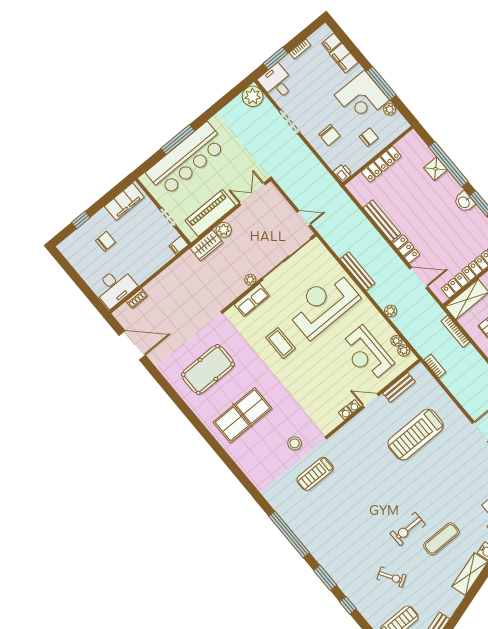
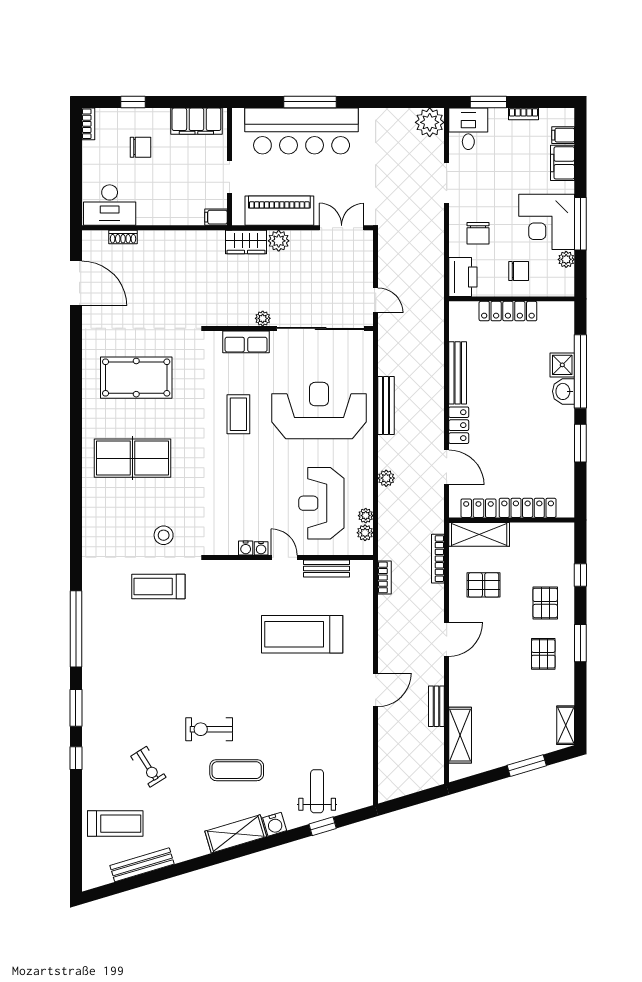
printer: (343, 173) -> (463, 277), width x1.87, depth x1.48
washbasin: (464, 202) -> (564, 391), moved
bookcase: (66, 252) -> (88, 124), added

